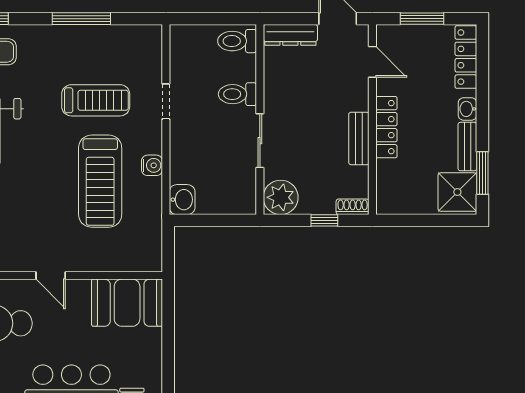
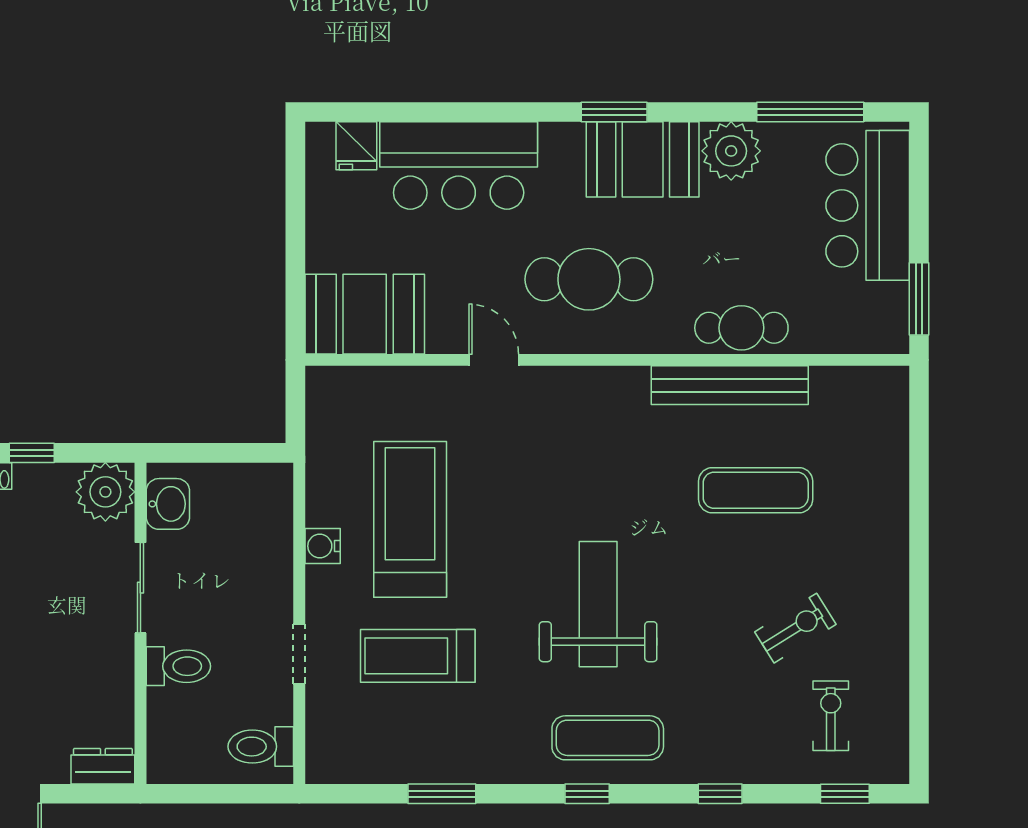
window: (81, 19) -> (442, 794), width x0.69
dresser: (290, 35) -> (103, 766), width x0.70
toilet: (237, 41) -> (261, 747), moved, turned 180
washbasin: (182, 200) -> (168, 504), moved, turned 180

